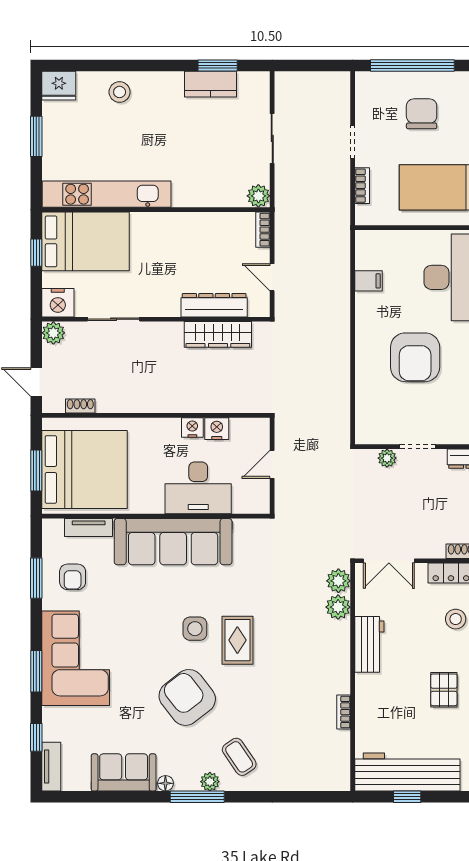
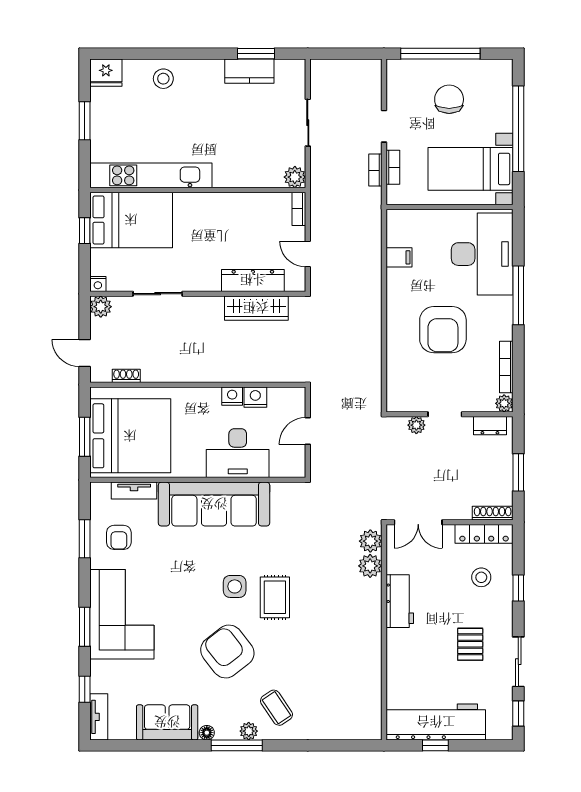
nightstand: (58, 303) -> (98, 284), width x0.53, depth x0.56
bookcase: (344, 712) -> (375, 170), moved

